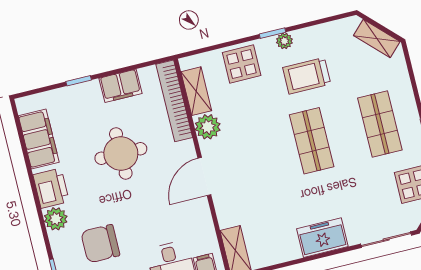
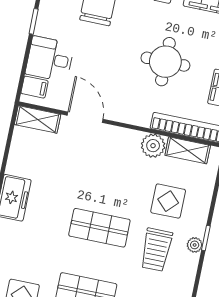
display table: (242, 64) -> (168, 201), moved
trolley: (307, 76) -> (156, 250), turned 180
door: (204, 176) -> (85, 117), moved

